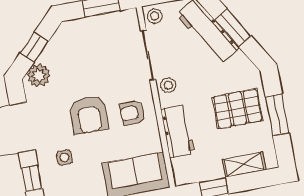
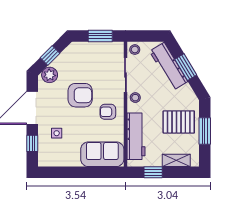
armchair: (89, 115) -> (80, 95), moved, turned -90
workbench: (178, 131) -> (136, 136), width x1.38

